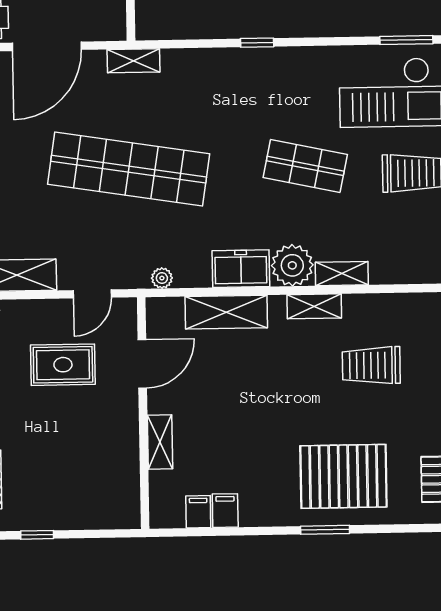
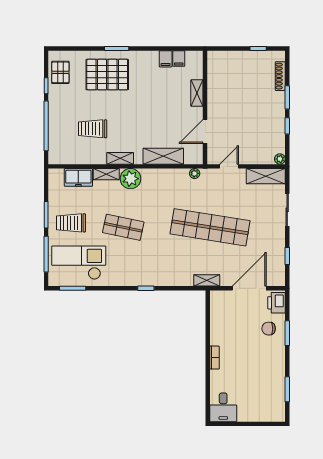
freezer: (241, 269) -> (78, 177), moved
rug: (63, 365) -> (244, 132), removed
trolley: (371, 365) -> (93, 129), turned 180

